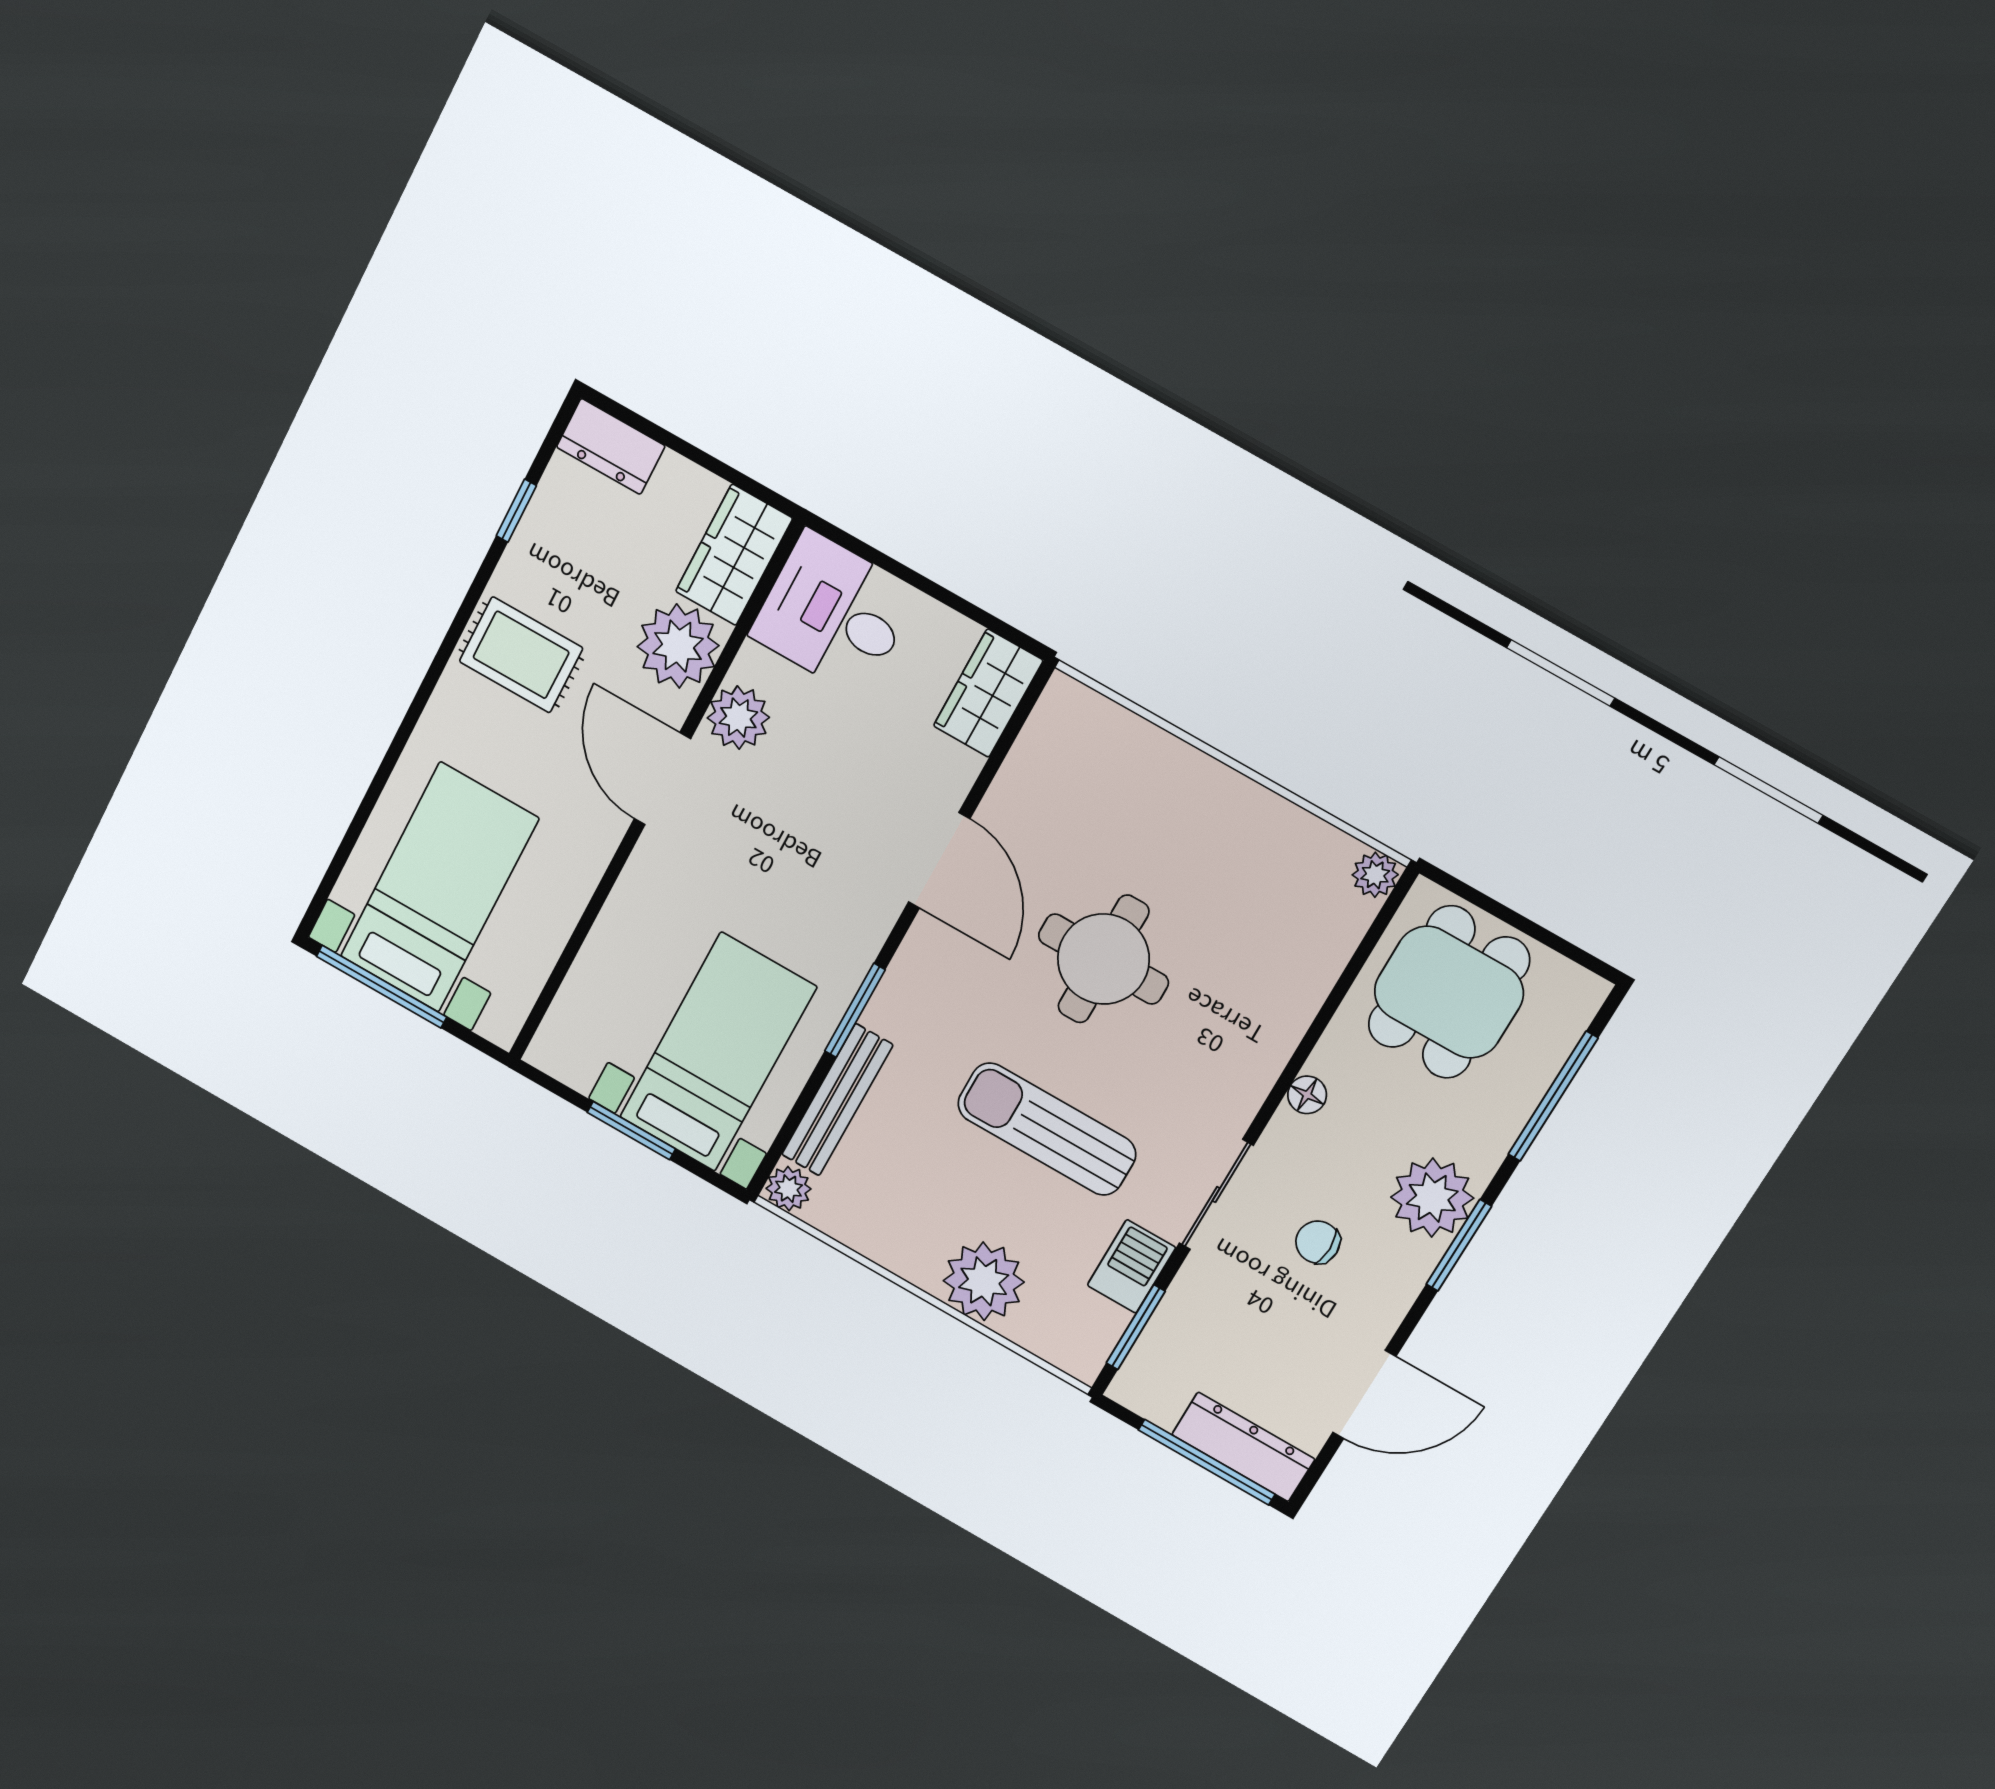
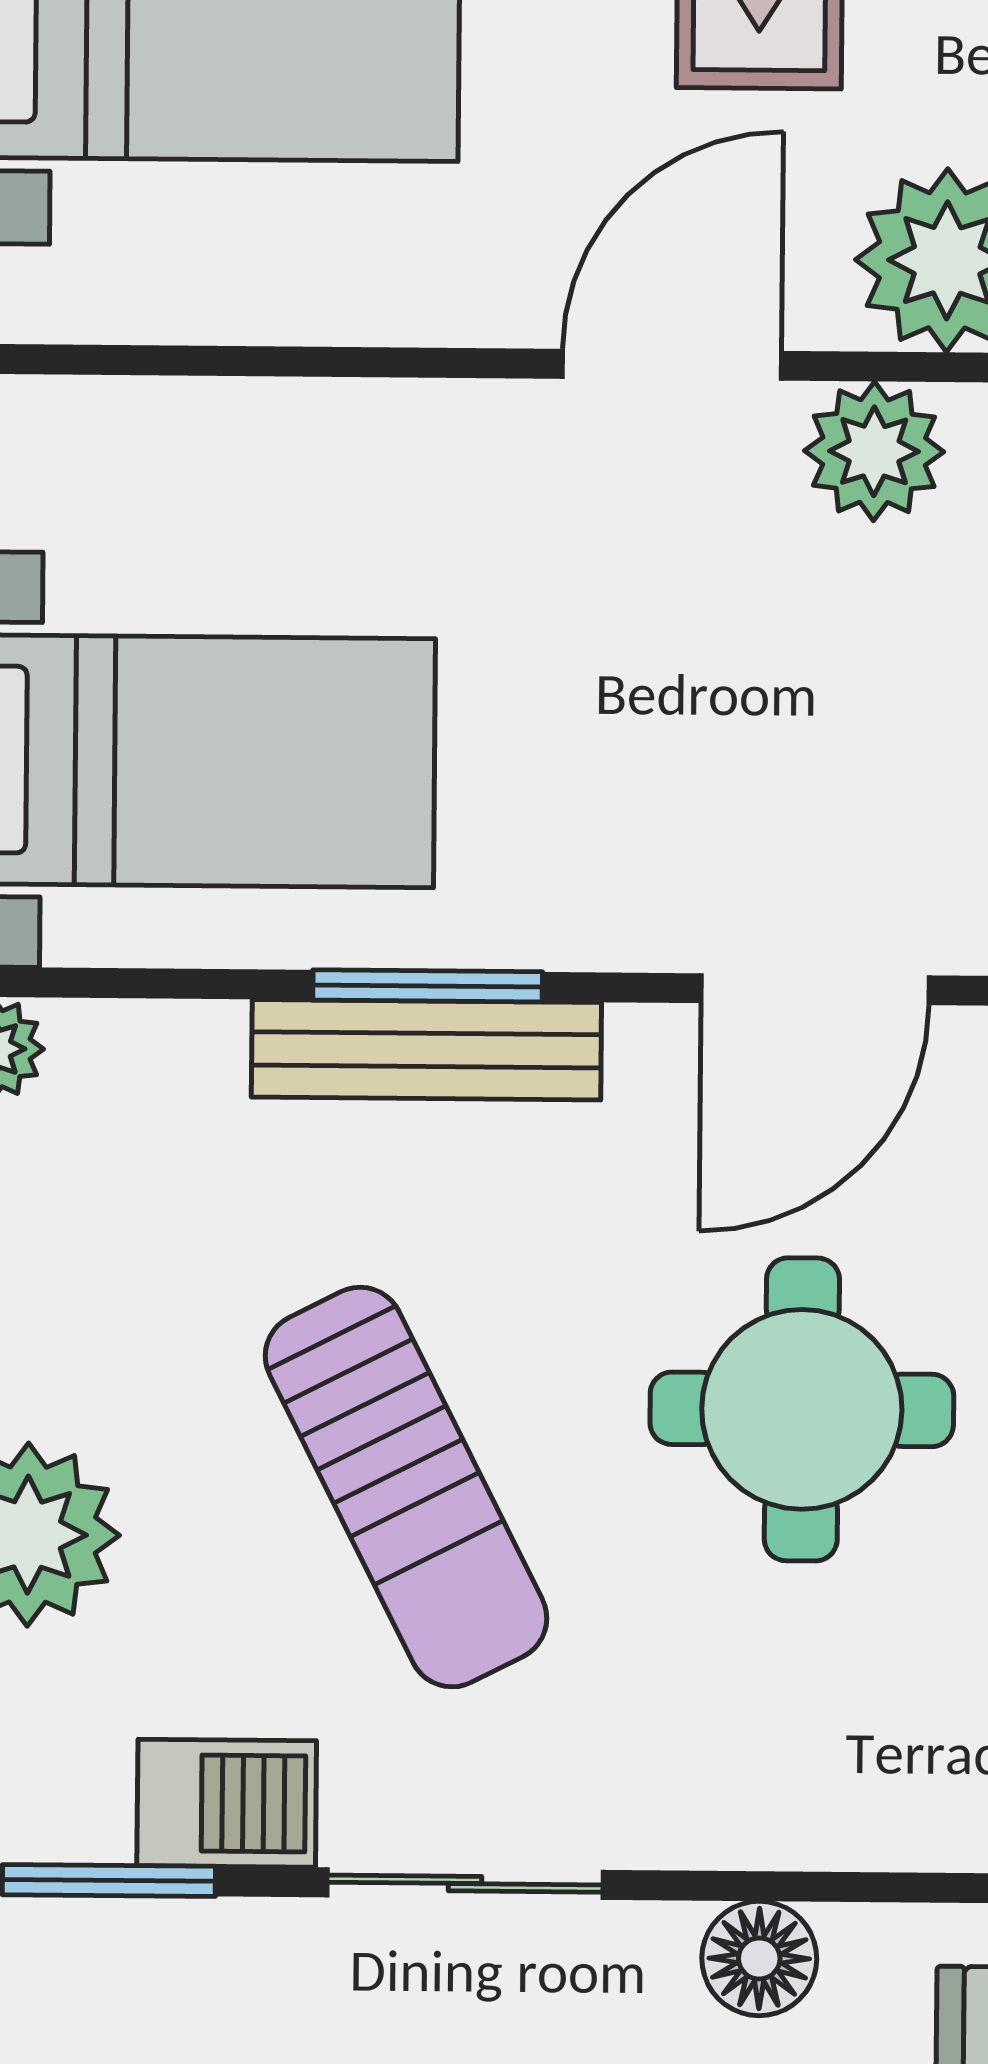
floor lamp: (1307, 1095) -> (759, 1958), width x1.37, depth x1.37
bench: (837, 1100) -> (426, 1050), moved
sun lounger: (1047, 1129) -> (406, 1487), turned 153

